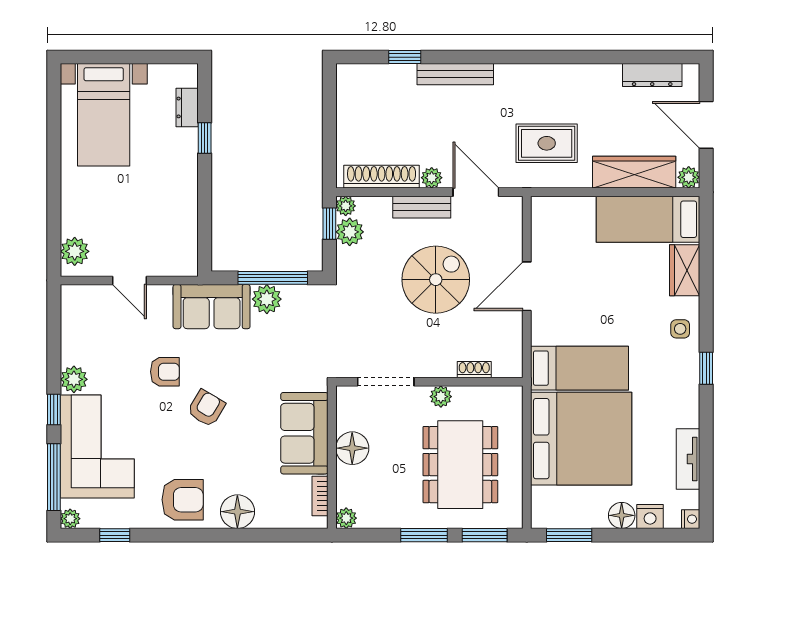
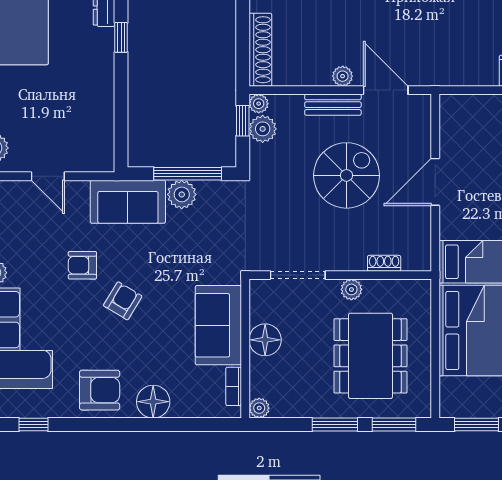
rug: (547, 143) -> (455, 43), removed
shoe rack: (382, 177) -> (260, 50), moved, turned 90
armchair: (165, 372) -> (82, 265), turned 180

